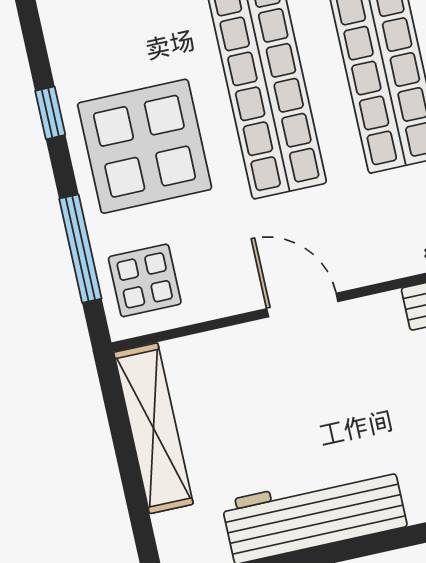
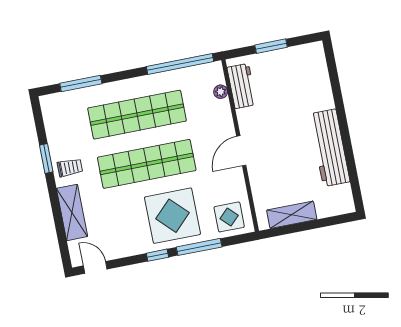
window: (80, 249) -> (199, 247), moved
shelving: (153, 428) -> (292, 215), width x0.68

